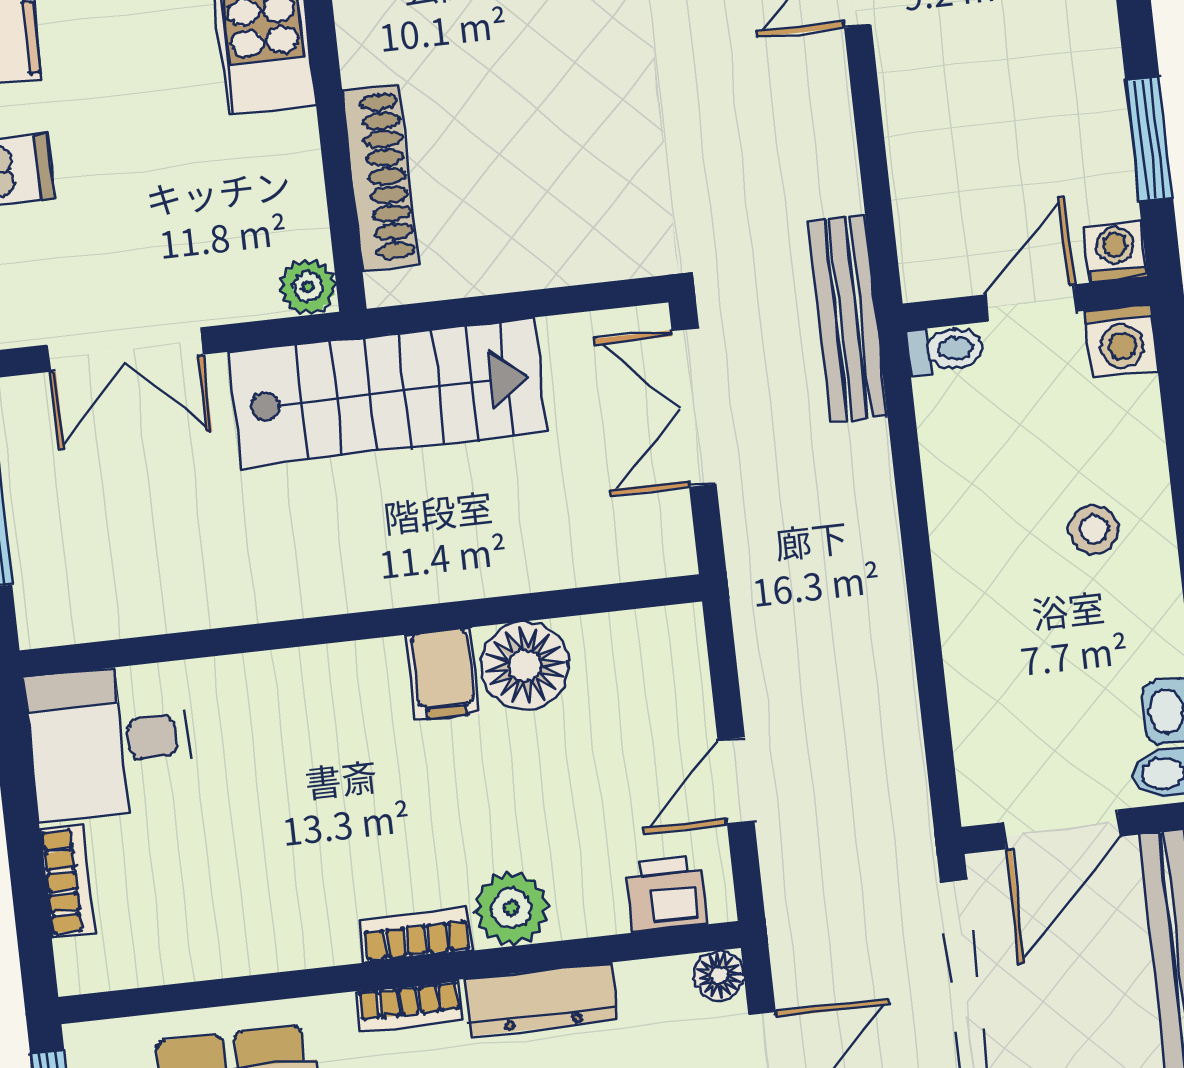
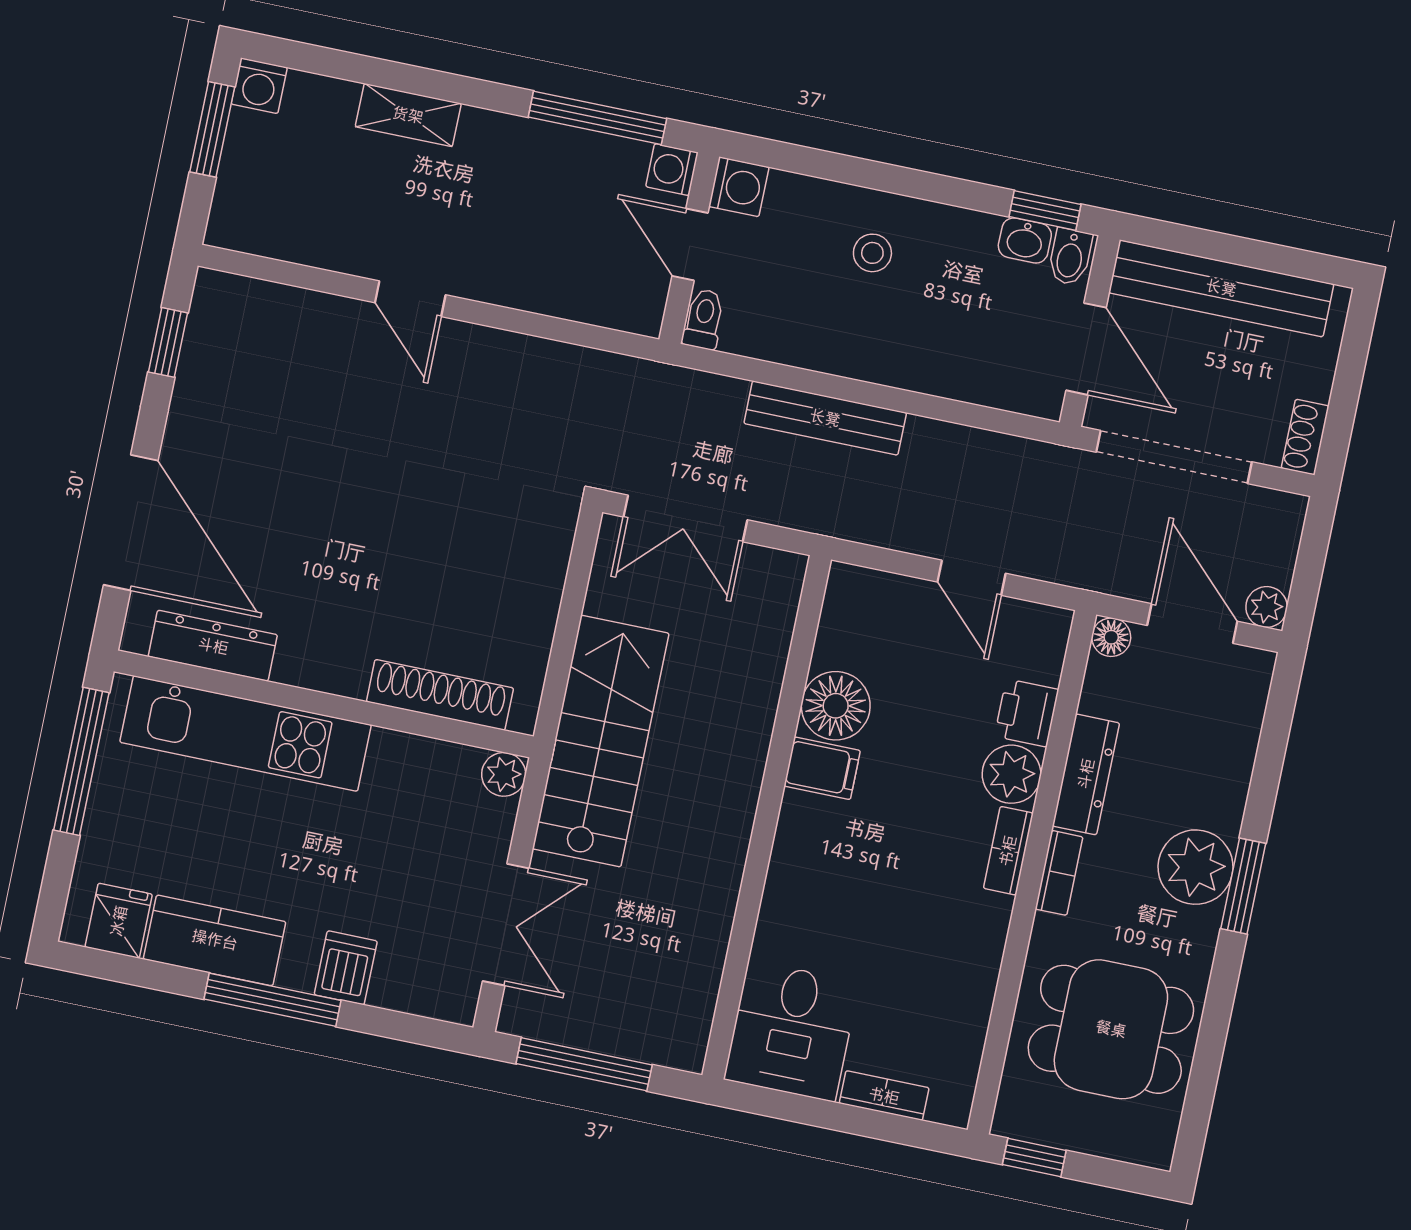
window: (1149, 139) -> (597, 118), width x1.44
bench: (848, 318) -> (825, 418), moved
printer: (666, 894) -> (1027, 713), moved

